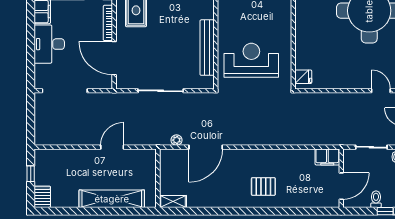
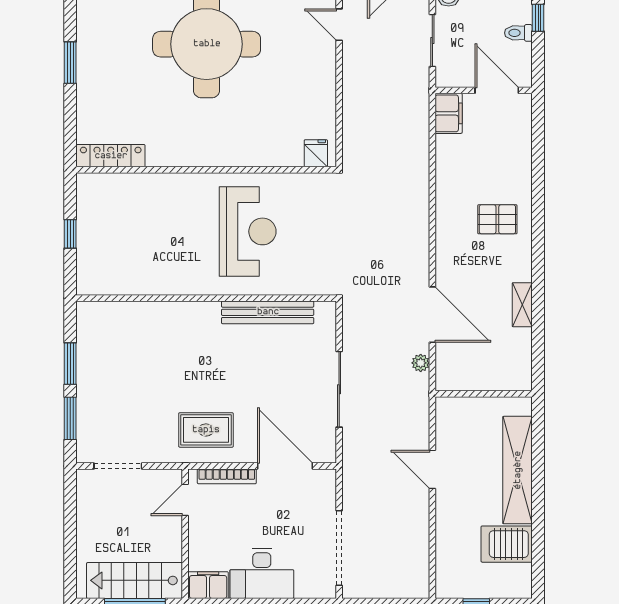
door: (114, 58) -> (285, 466), swing flipped
reception desk: (251, 60) -> (248, 231), moved, turned 180
door: (381, 91) -> (339, 25), hinge flipped
pallet: (263, 186) -> (497, 219), turned 90
server rack: (42, 197) -> (507, 544), moved, width x1.36, depth x1.44
shelving: (173, 201) -> (522, 305), moved

